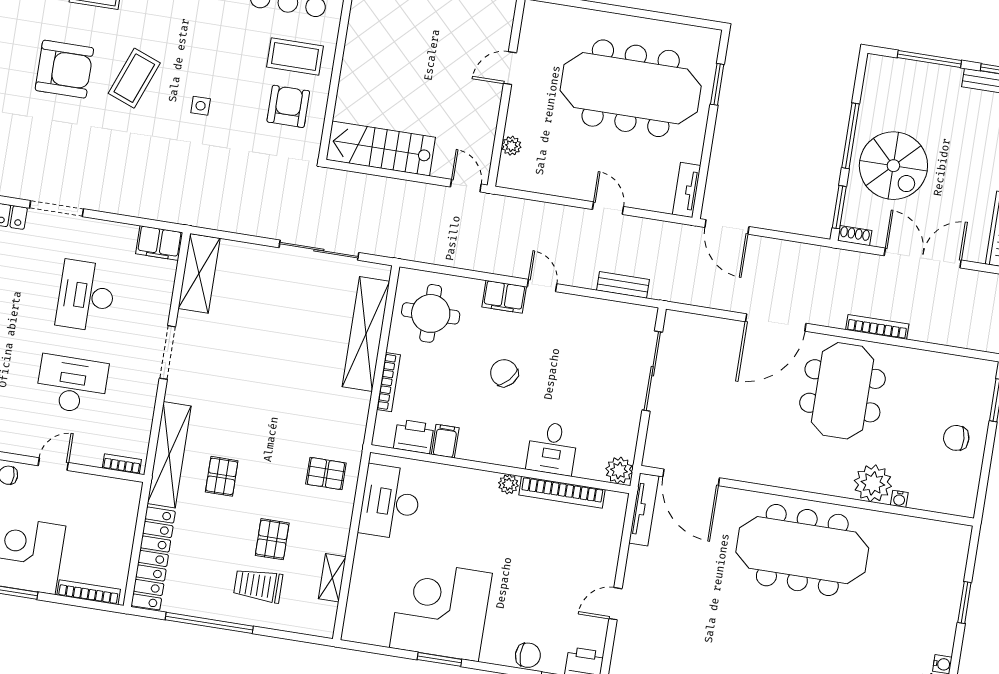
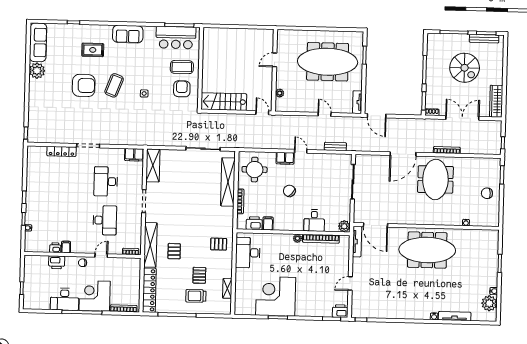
spiral stairs: (893, 166) -> (465, 68), moved
desk: (72, 384) -> (105, 220), turned 90
plant: (873, 483) -> (454, 217), removed
chair: (528, 655) -> (316, 311), removed

